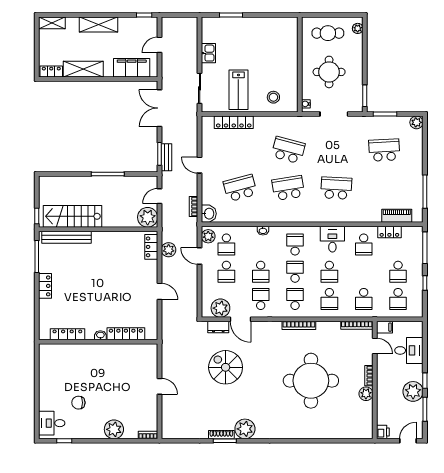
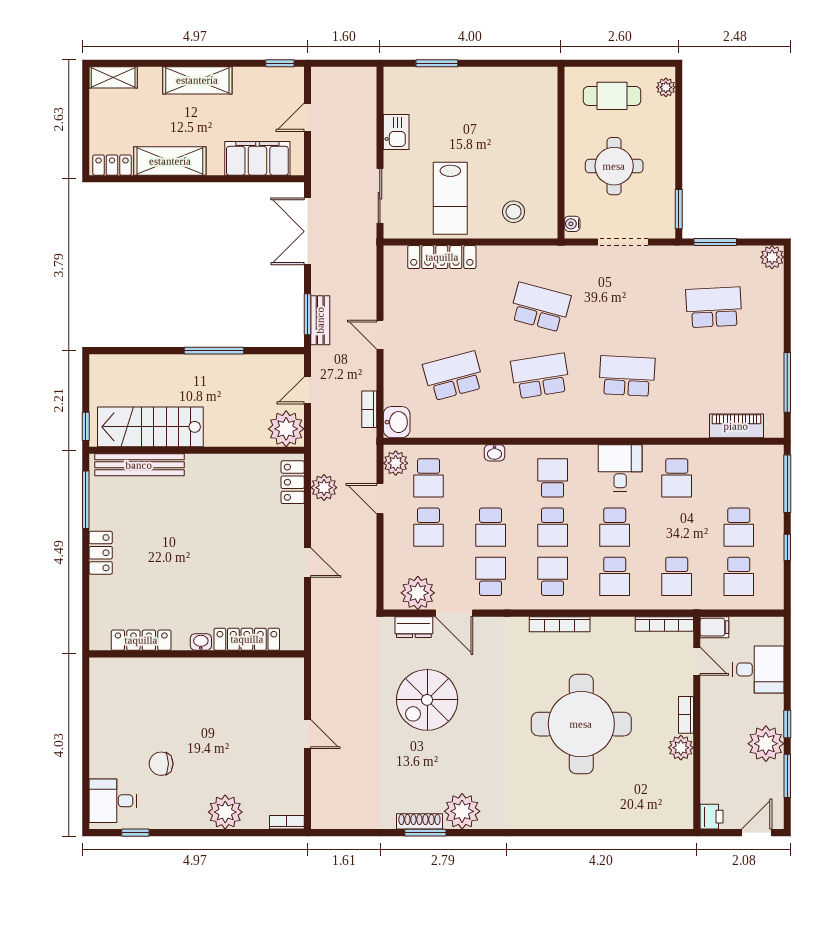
locker: (389, 232) -> (723, 455), removed
school desk: (295, 272) -> (553, 527), turned 180
spiral stairs: (226, 367) -> (427, 700), turned -90

